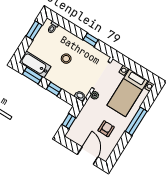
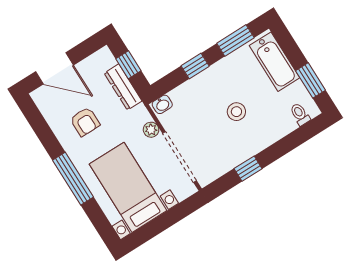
bathtub: (35, 64) -> (274, 62), moved, turned 90
dresser: (81, 119) -> (123, 87), added

